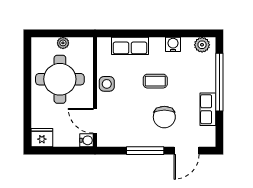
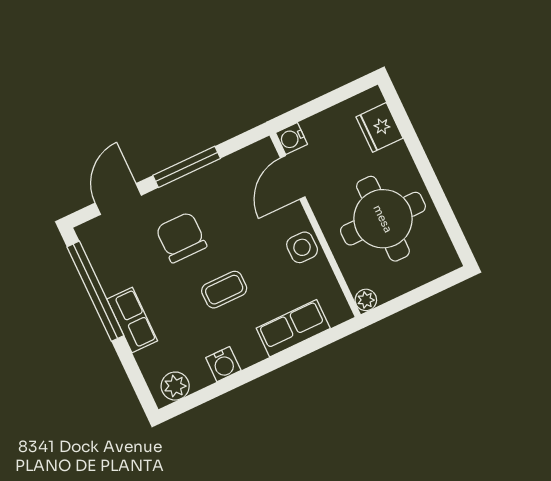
plant: (63, 43) -> (366, 300), moved
window: (219, 82) -> (95, 291), moved
row of seats: (208, 109) -> (132, 320), moved
door: (95, 121) -> (293, 177), swing flipped
fridge: (42, 138) -> (379, 127), moved, turned 90

